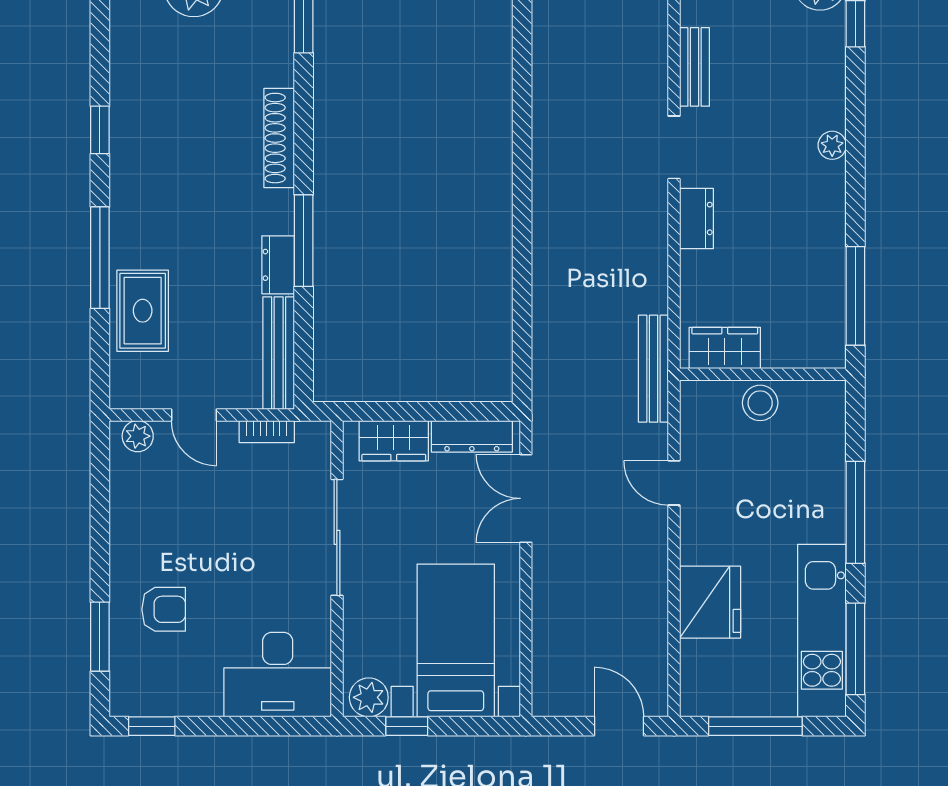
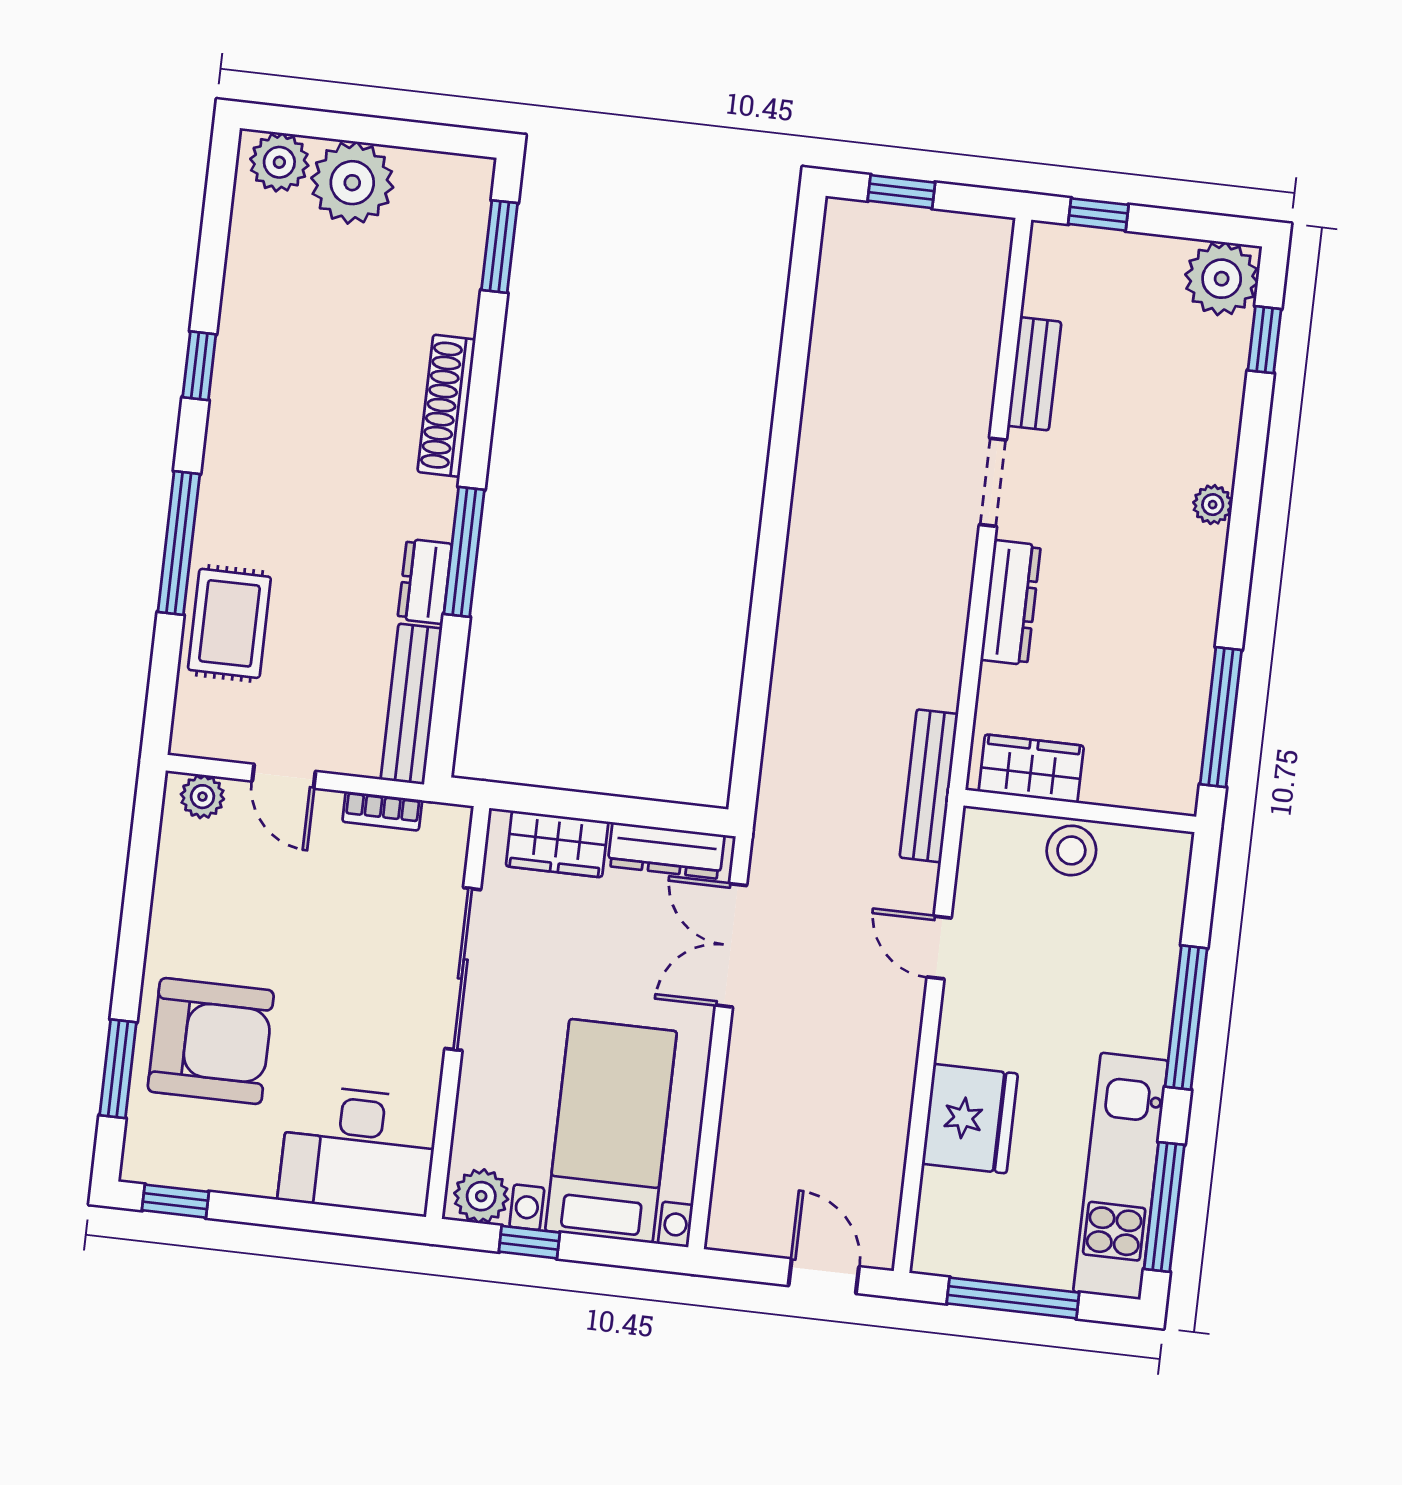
dresser: (696, 218) -> (1011, 603), width x1.44
armchair: (164, 609) -> (211, 1041), width x1.88, depth x1.88

